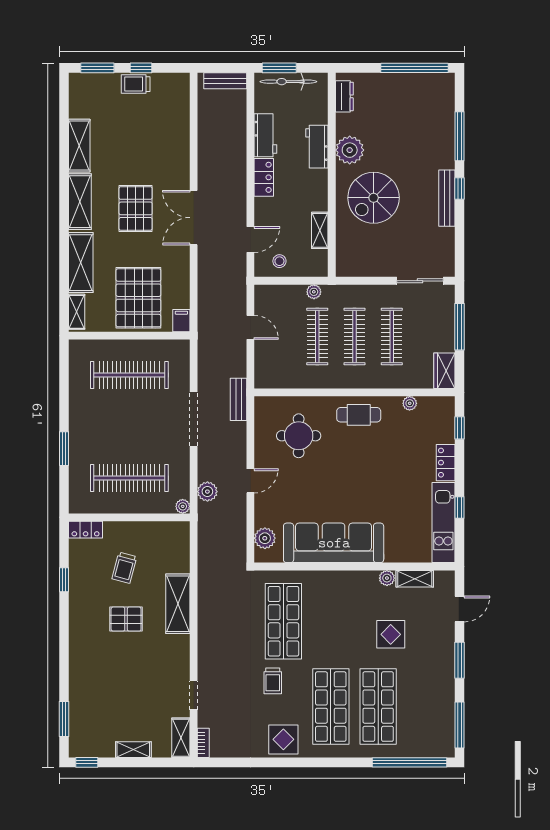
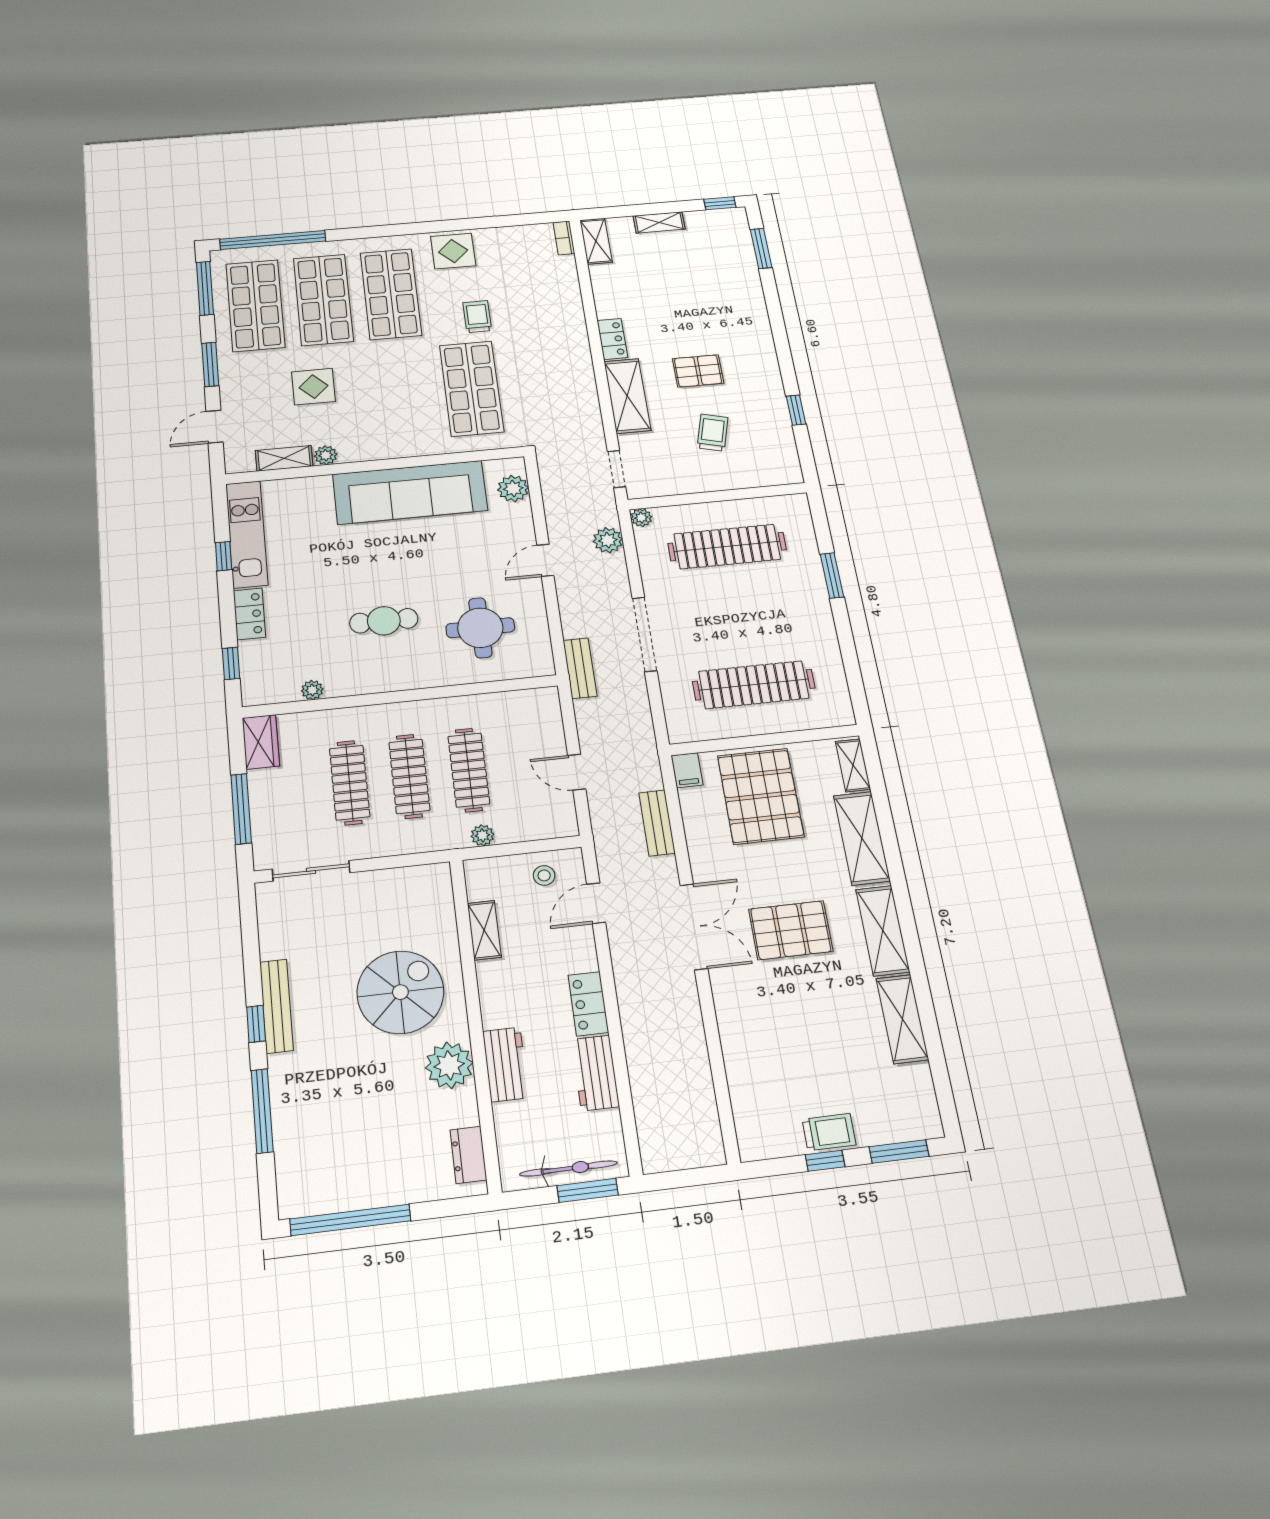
bench: (225, 81) -> (657, 823), moved, turned 90
pallet: (136, 208) -> (791, 930), turned 90
cafe table: (359, 415) -> (384, 621), moved
locker: (86, 530) -> (612, 339), moved, turned 90
doorway: (194, 695) -> (617, 469), moved
shop shelf: (425, 707) -> (255, 305), added

